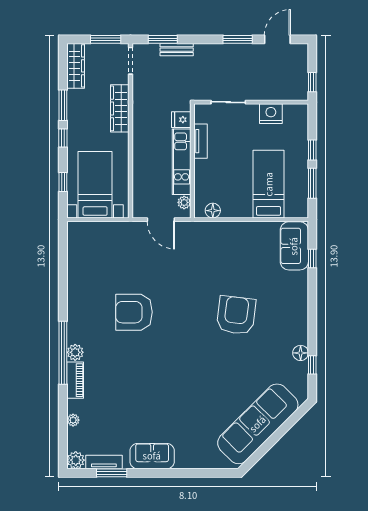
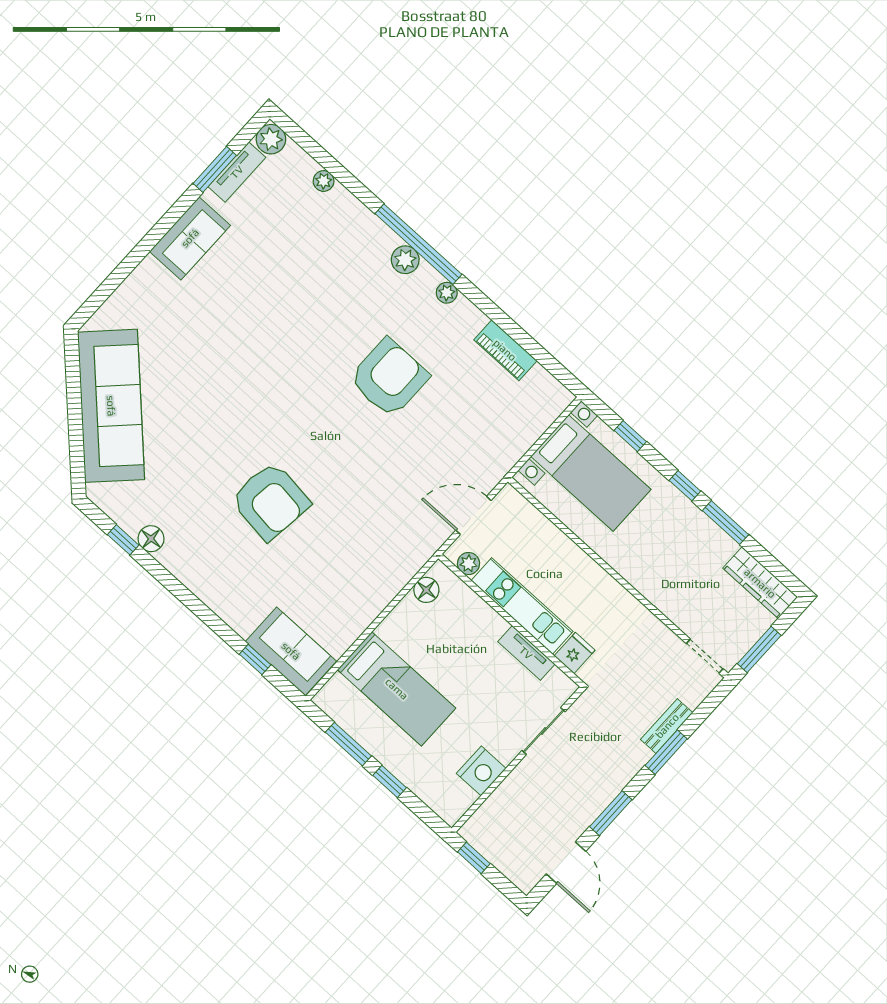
window: (163, 39) -> (666, 752), moved
wardrobe: (120, 108) -> (658, 589), removed
plant: (73, 321) -> (447, 293), added
piano: (75, 380) -> (505, 350), moved

